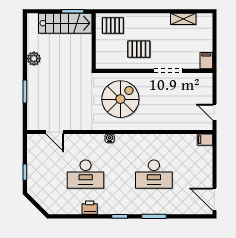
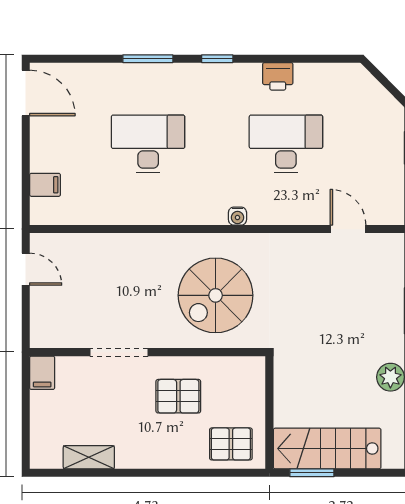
filing cabinet: (205, 140) -> (45, 185), moved

